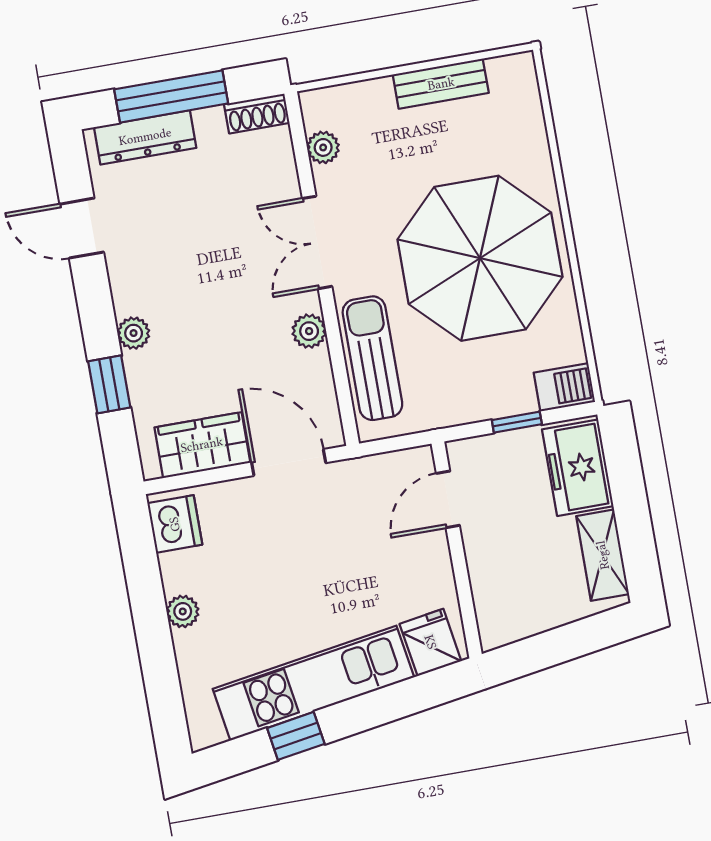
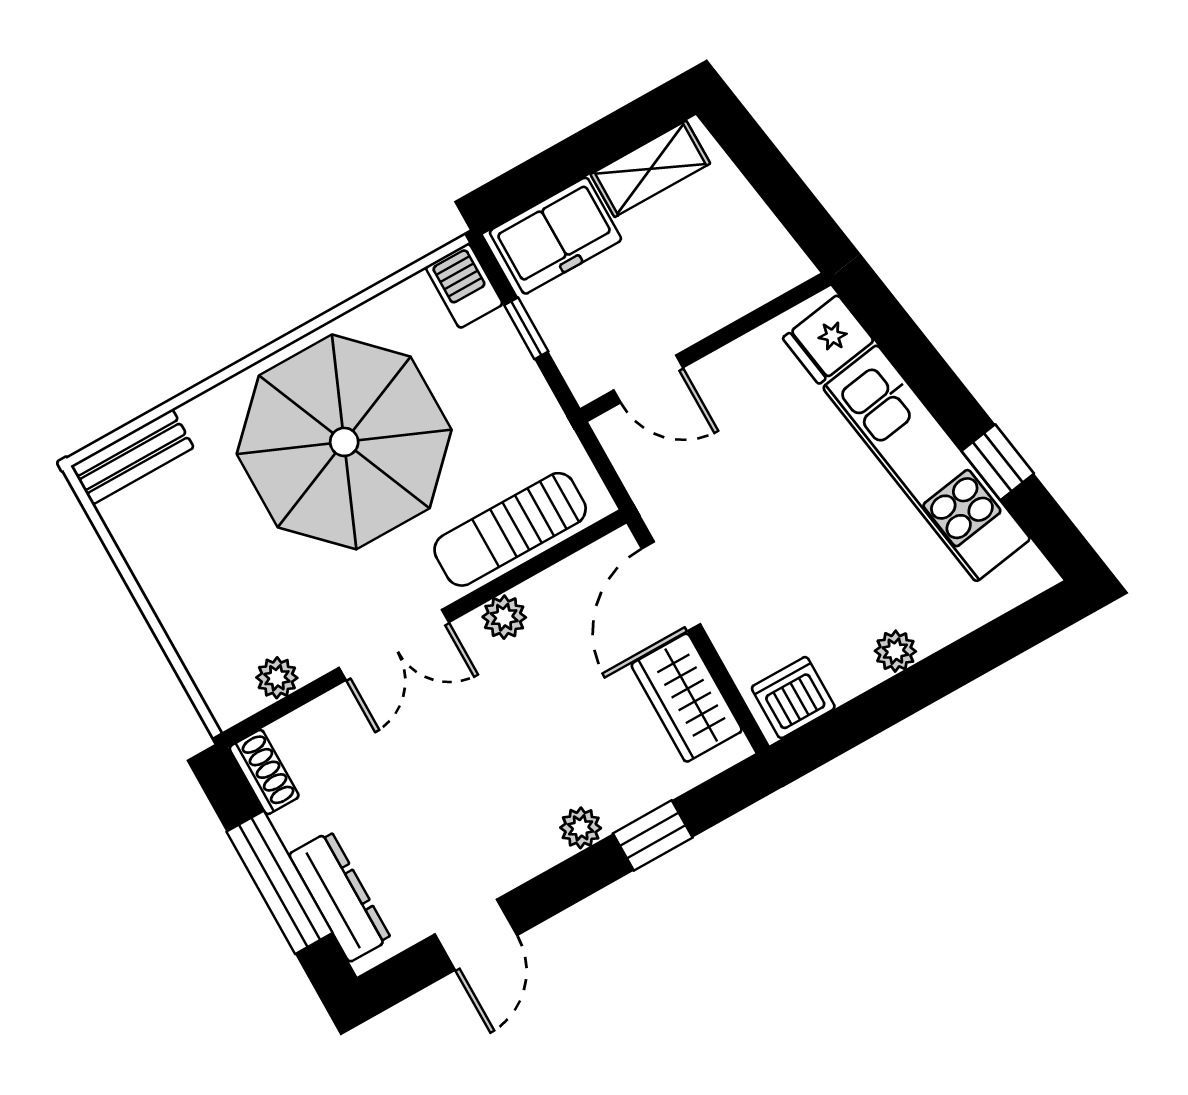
bench: (441, 84) -> (132, 457), moved, turned 90

